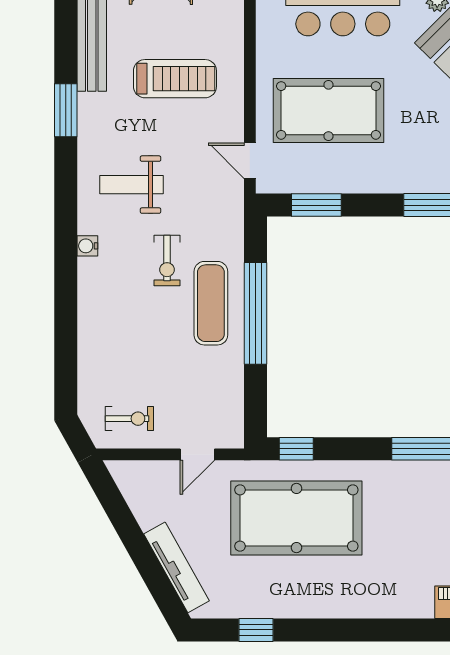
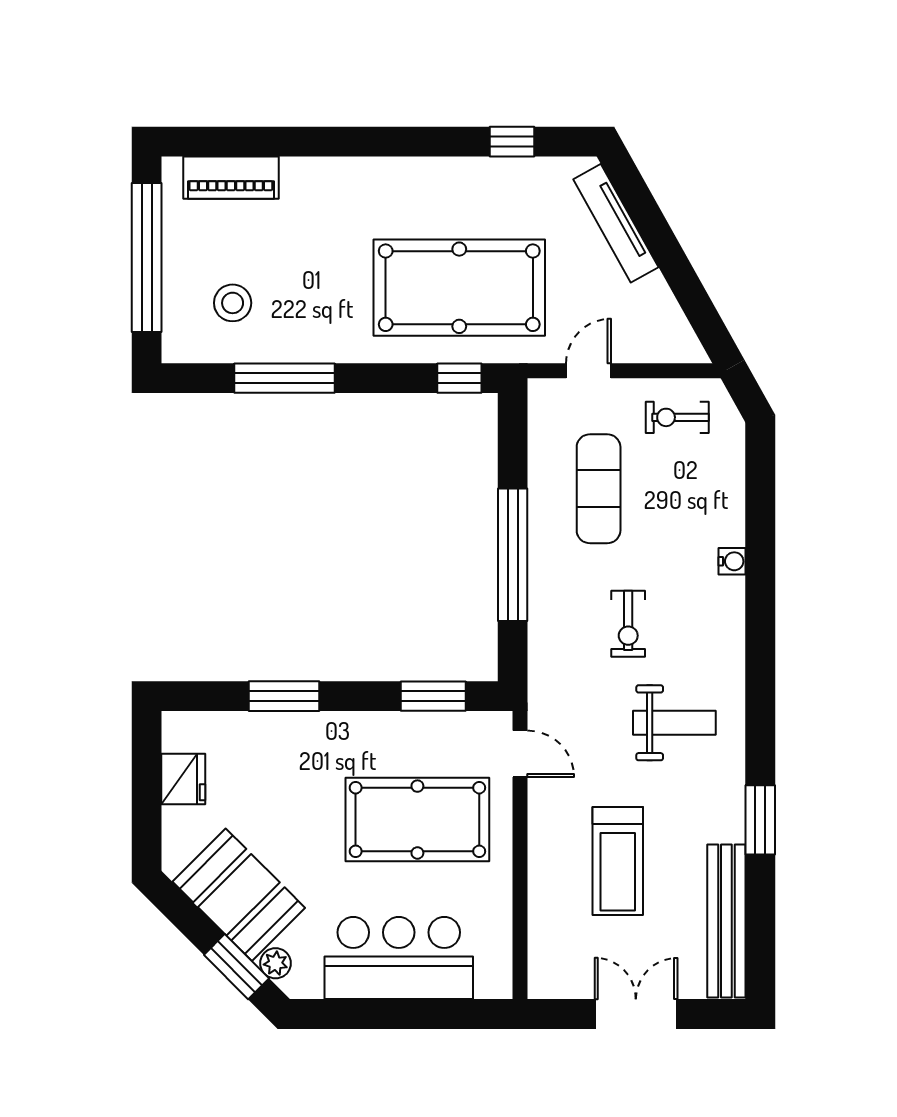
treadmill: (175, 79) -> (618, 861), turned -90
water cooler: (87, 246) -> (732, 561), moved
exercise bike: (167, 261) -> (628, 624), turned 180
exercise mat: (211, 303) -> (599, 489), moved

